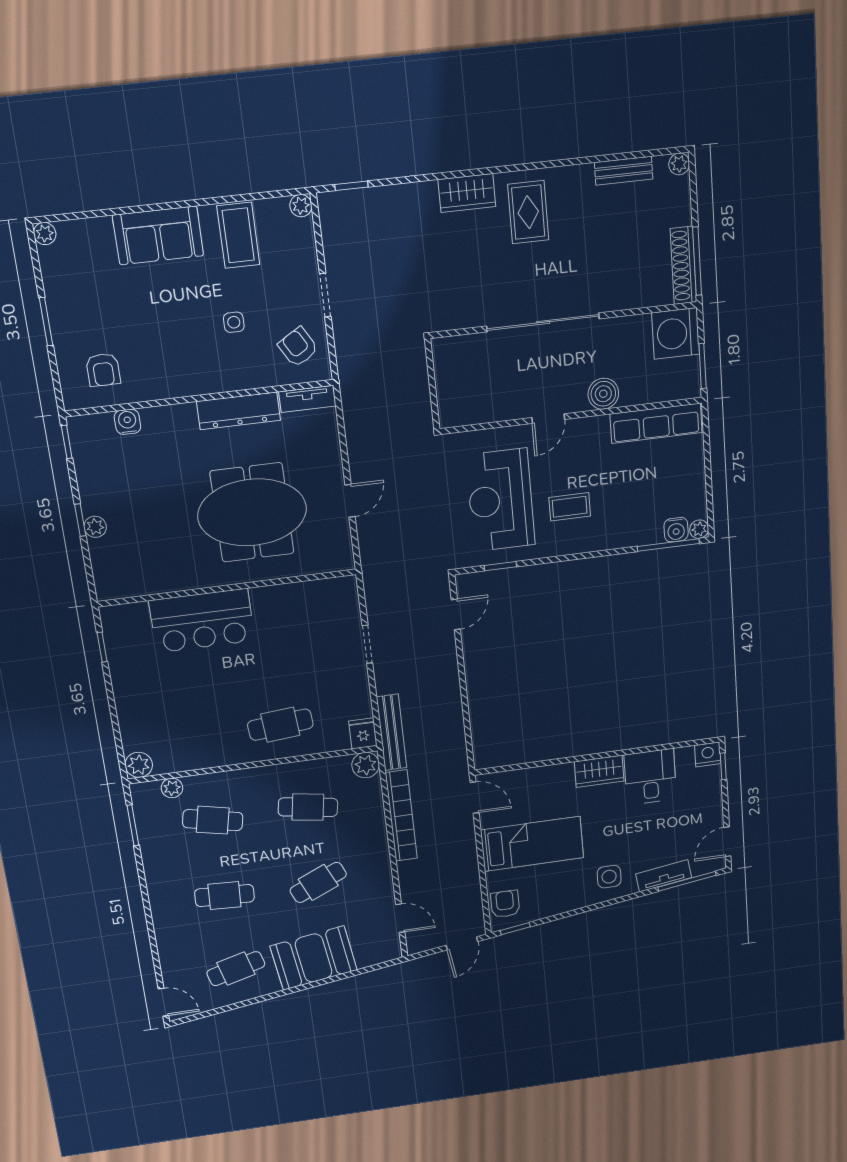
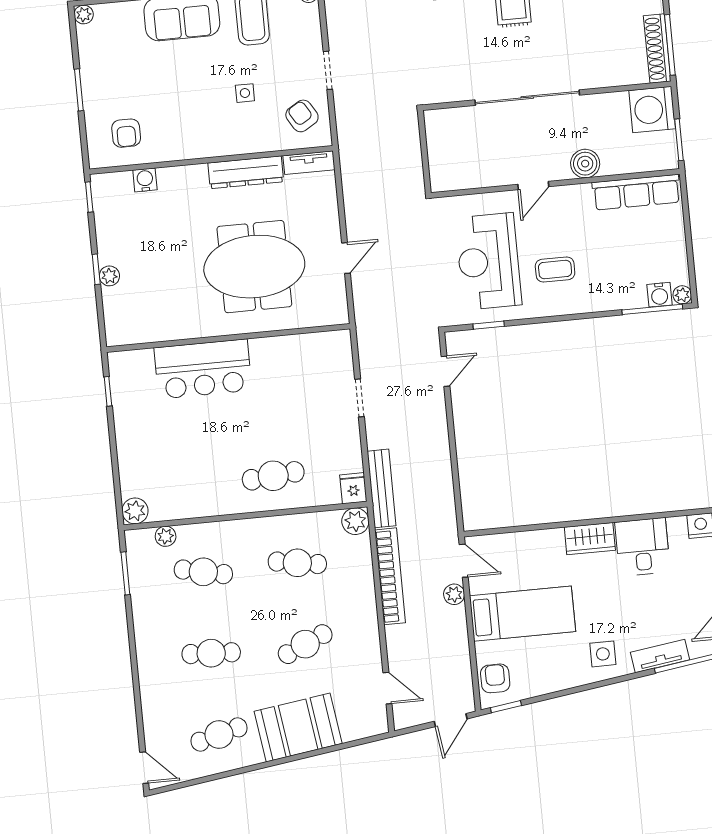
plant: (465, 829) -> (454, 594), added

